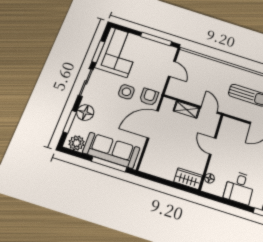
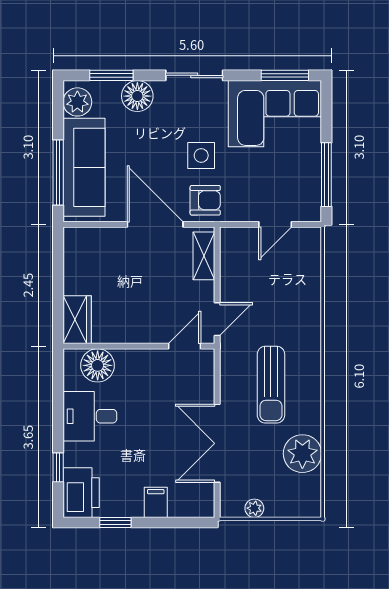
window: (98, 52) -> (285, 75), moved
shelving: (187, 110) -> (204, 256), moved
door: (213, 146) -> (185, 346), moved
floor lamp: (209, 178) -> (98, 365), width x1.89, depth x1.89

